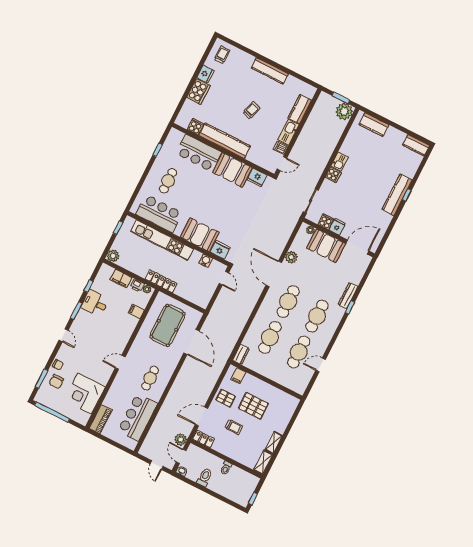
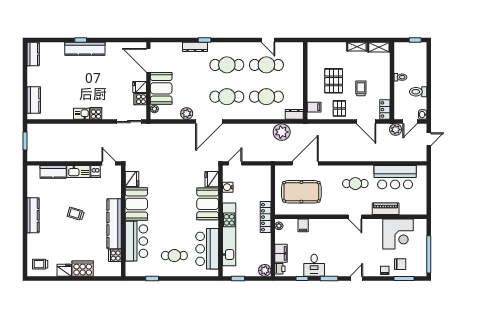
plant: (344, 111) -> (282, 132), moved
printer: (137, 285) -> (280, 269), moved
piano: (101, 419) -> (386, 209), moved

